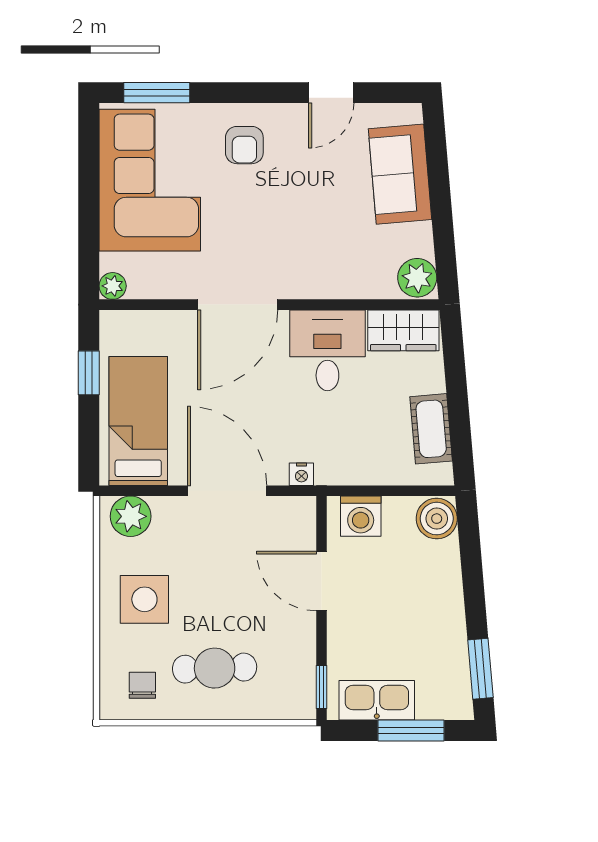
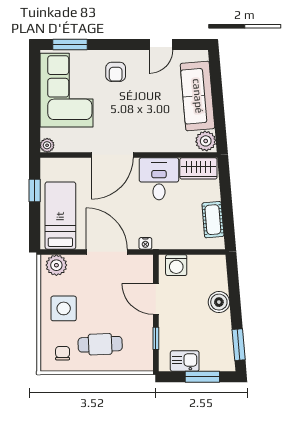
sofa: (400, 174) -> (198, 96), width x1.36
boiler: (437, 519) -> (219, 302), moved
window: (321, 687) -> (156, 338), moved
kitchen sink: (377, 700) -> (185, 361), width x0.73

